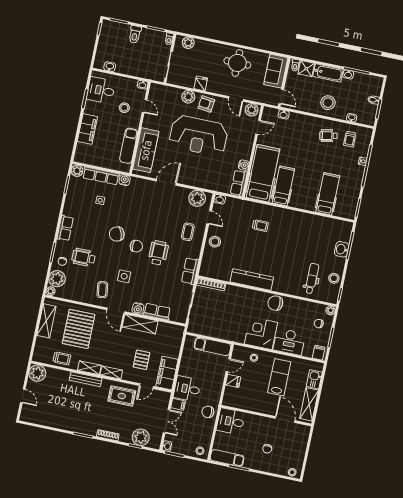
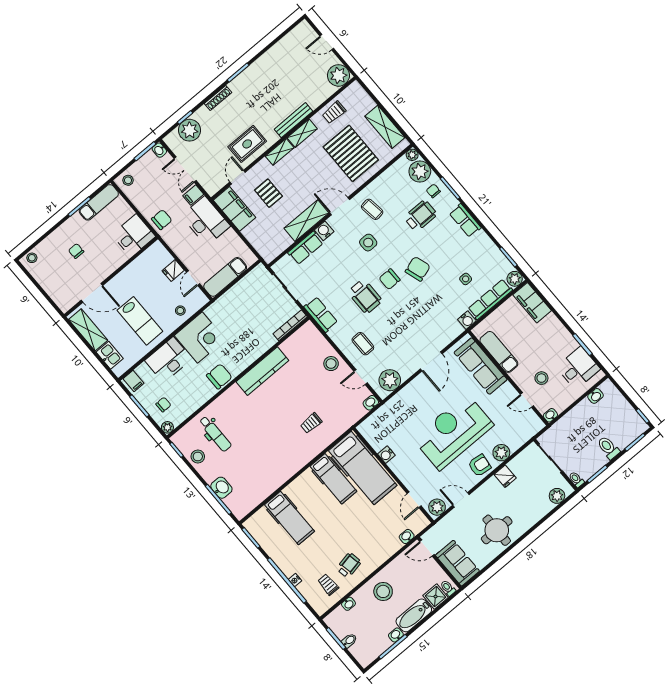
filing cabinet: (87, 129) -> (532, 303), moved
row of seats: (239, 183) -> (372, 435), removed
desk: (187, 389) -> (206, 221), width x1.37

